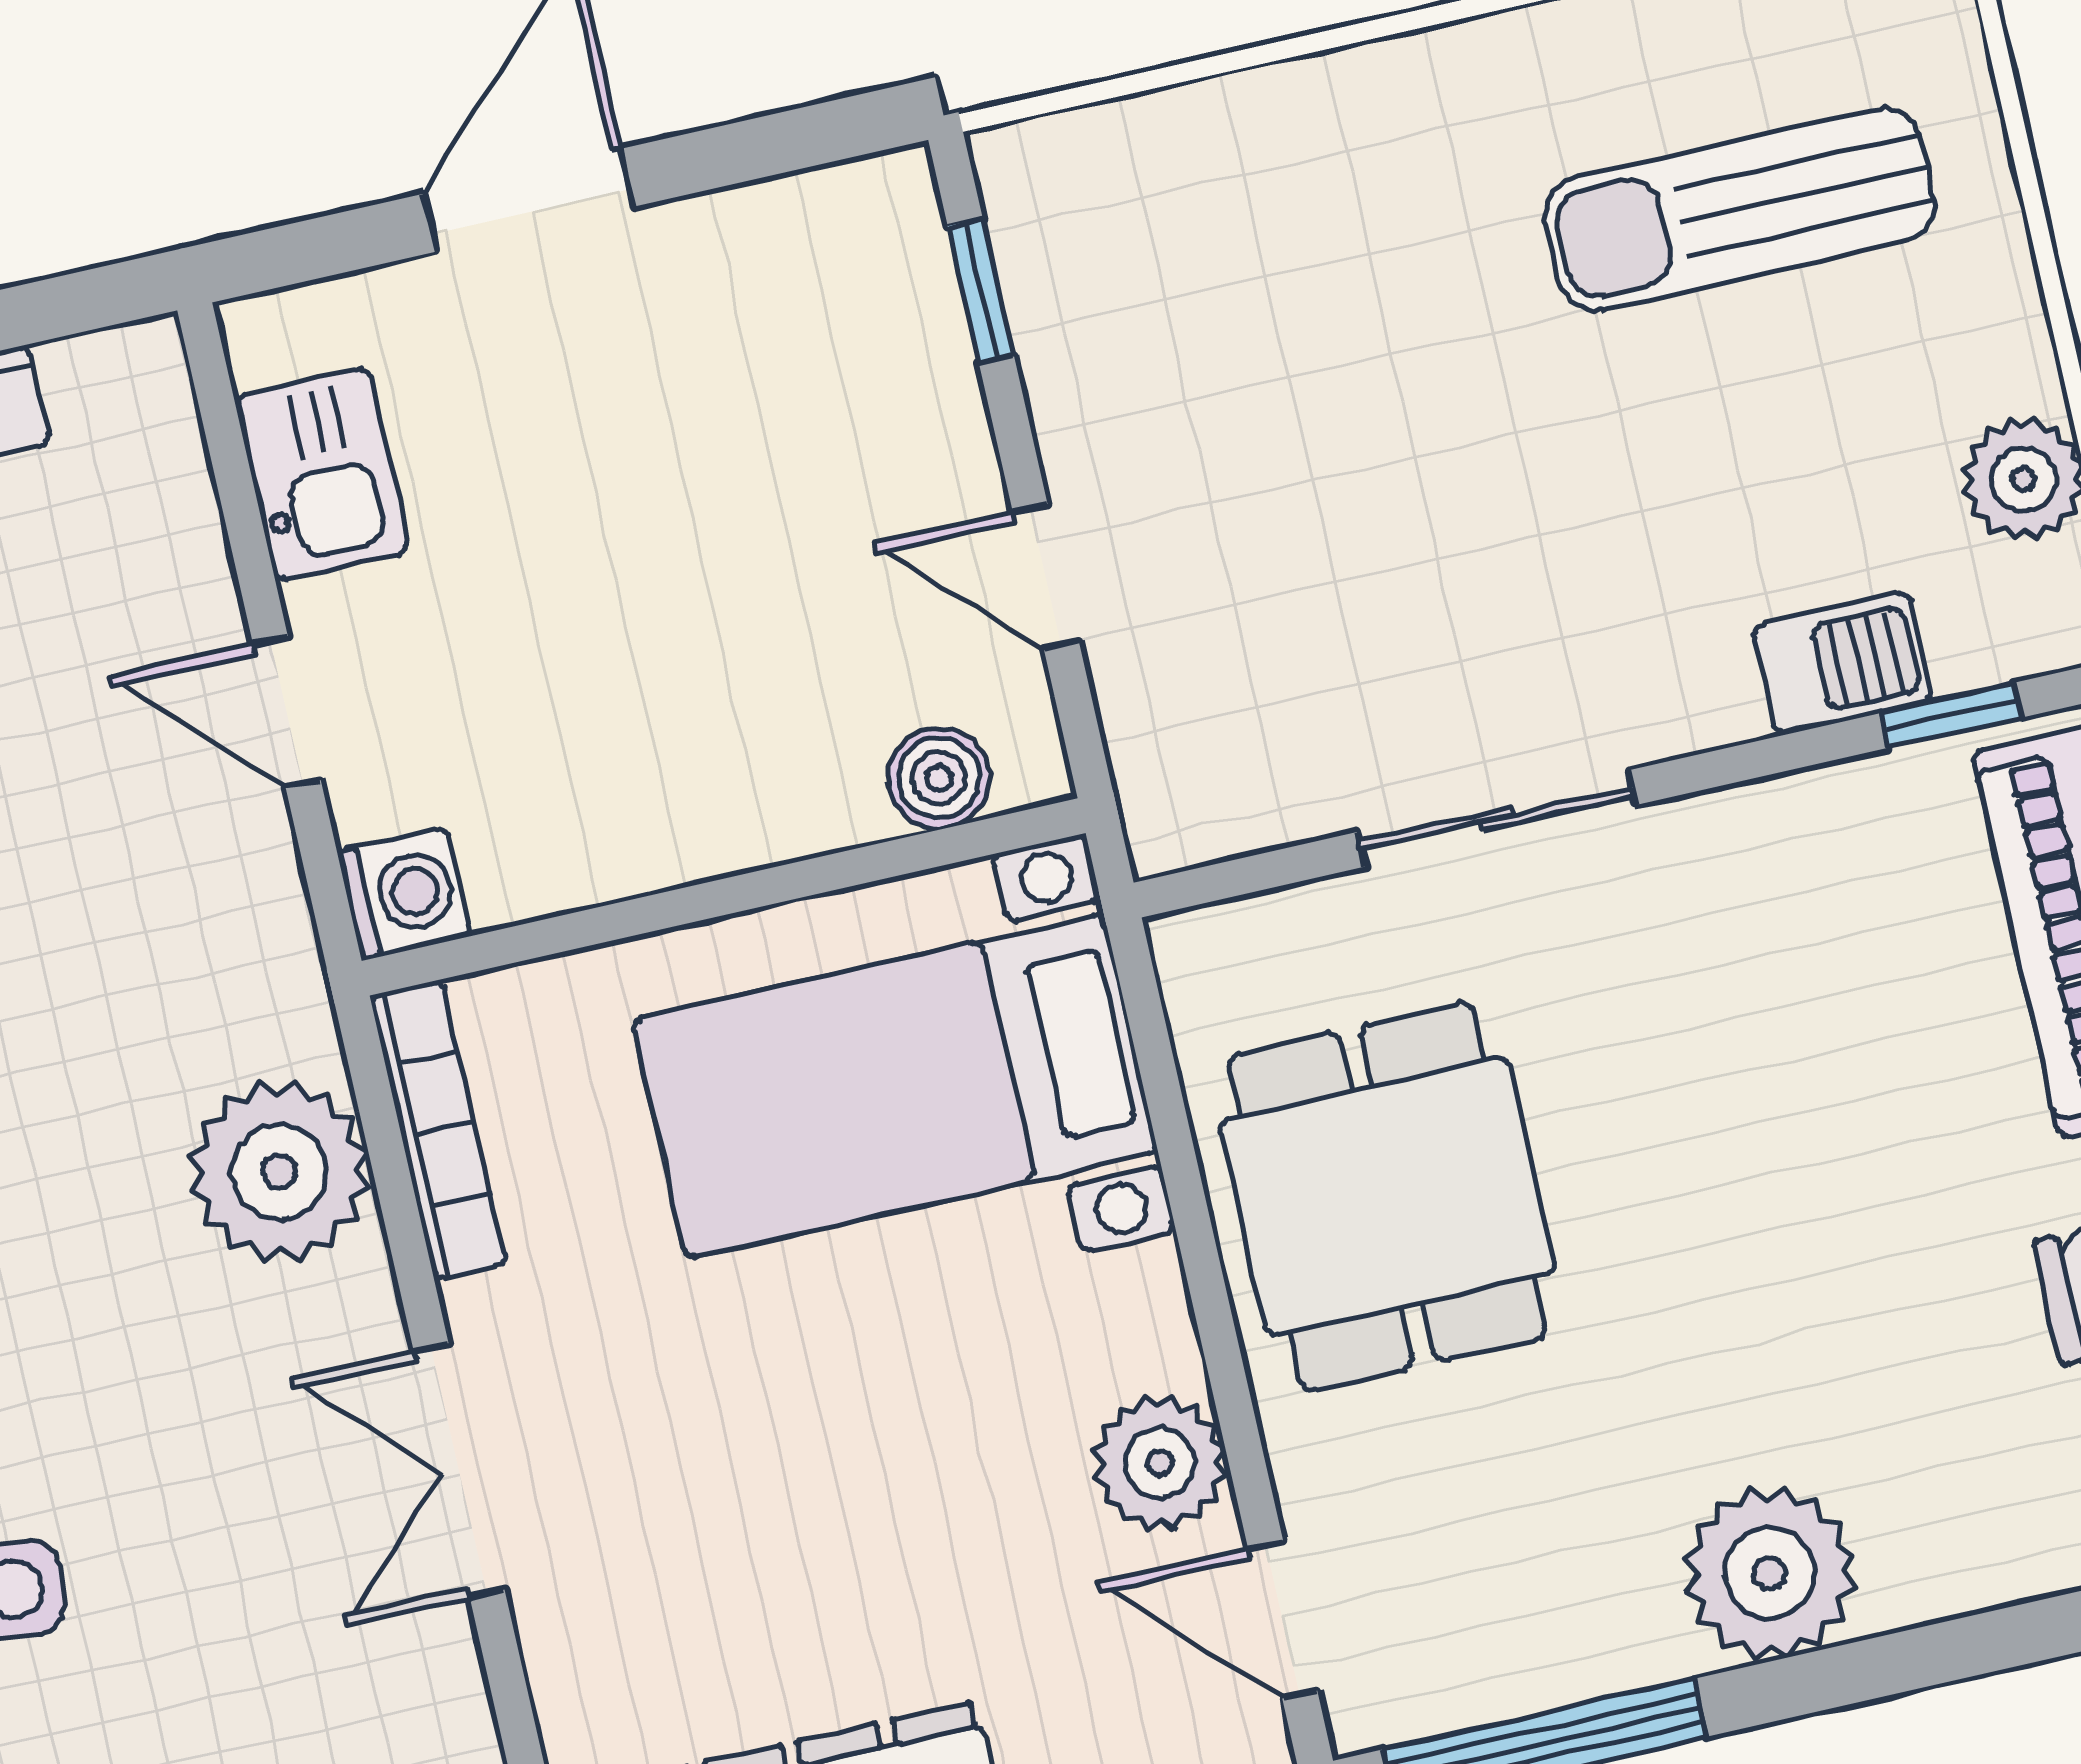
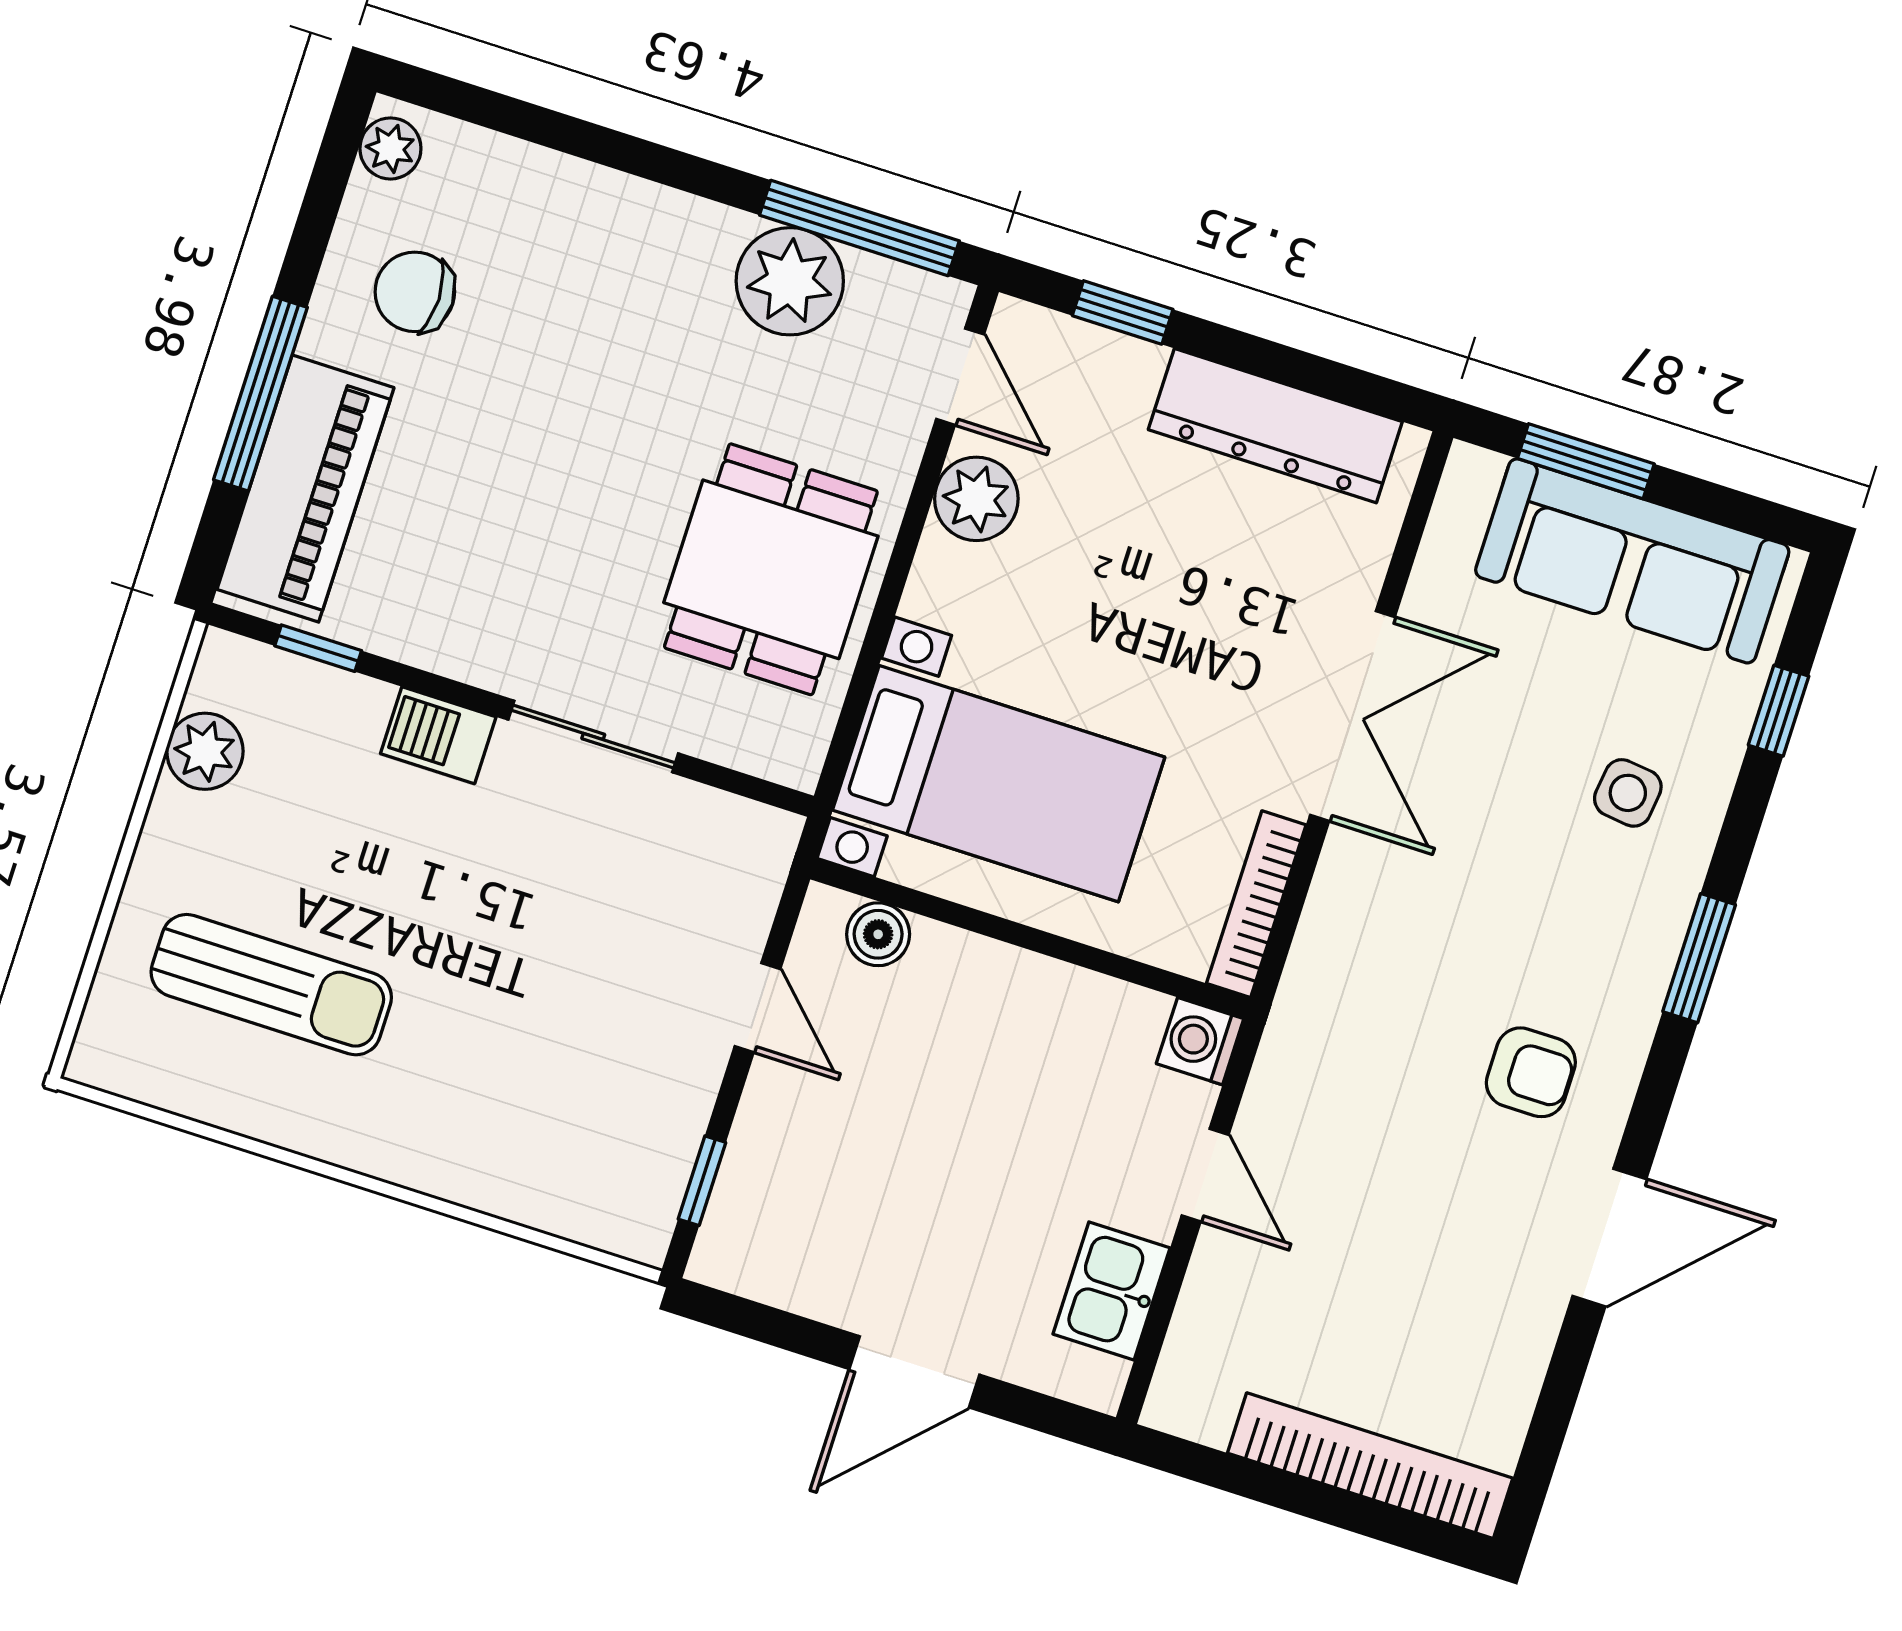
barbecue: (1842, 664) -> (438, 735), moved
plant: (279, 1171) -> (1354, 932), removed
double door: (459, 1470) -> (1353, 716), width x1.37
plant: (1769, 1573) -> (790, 281), moved

